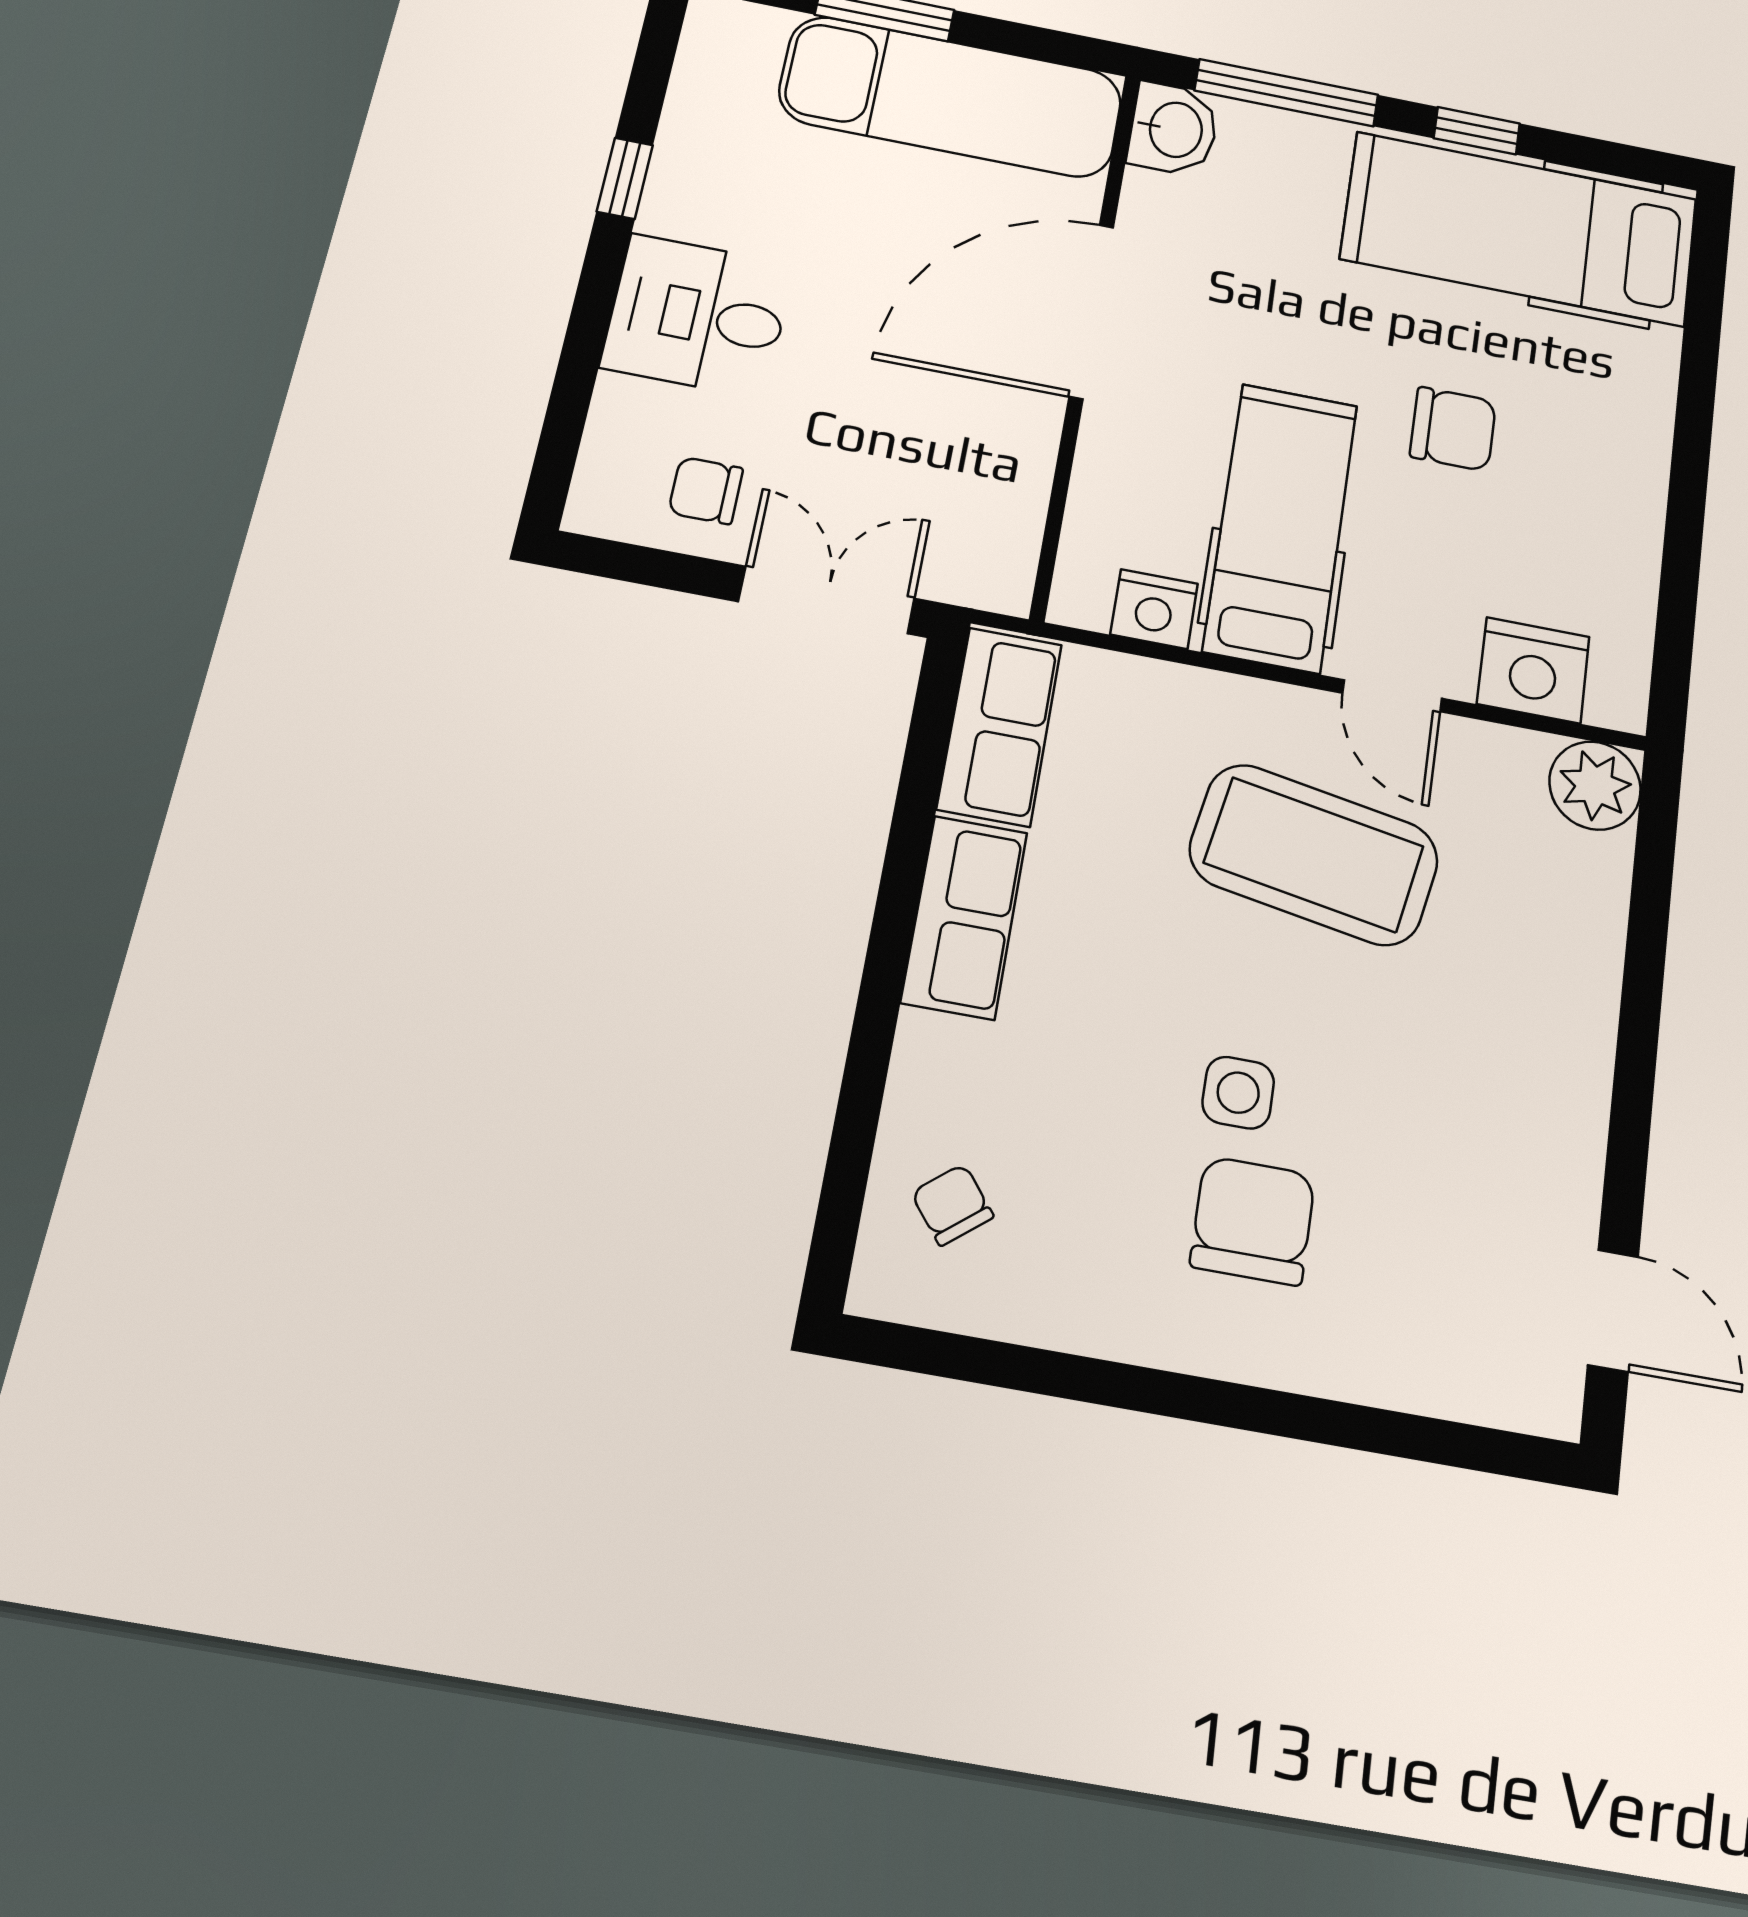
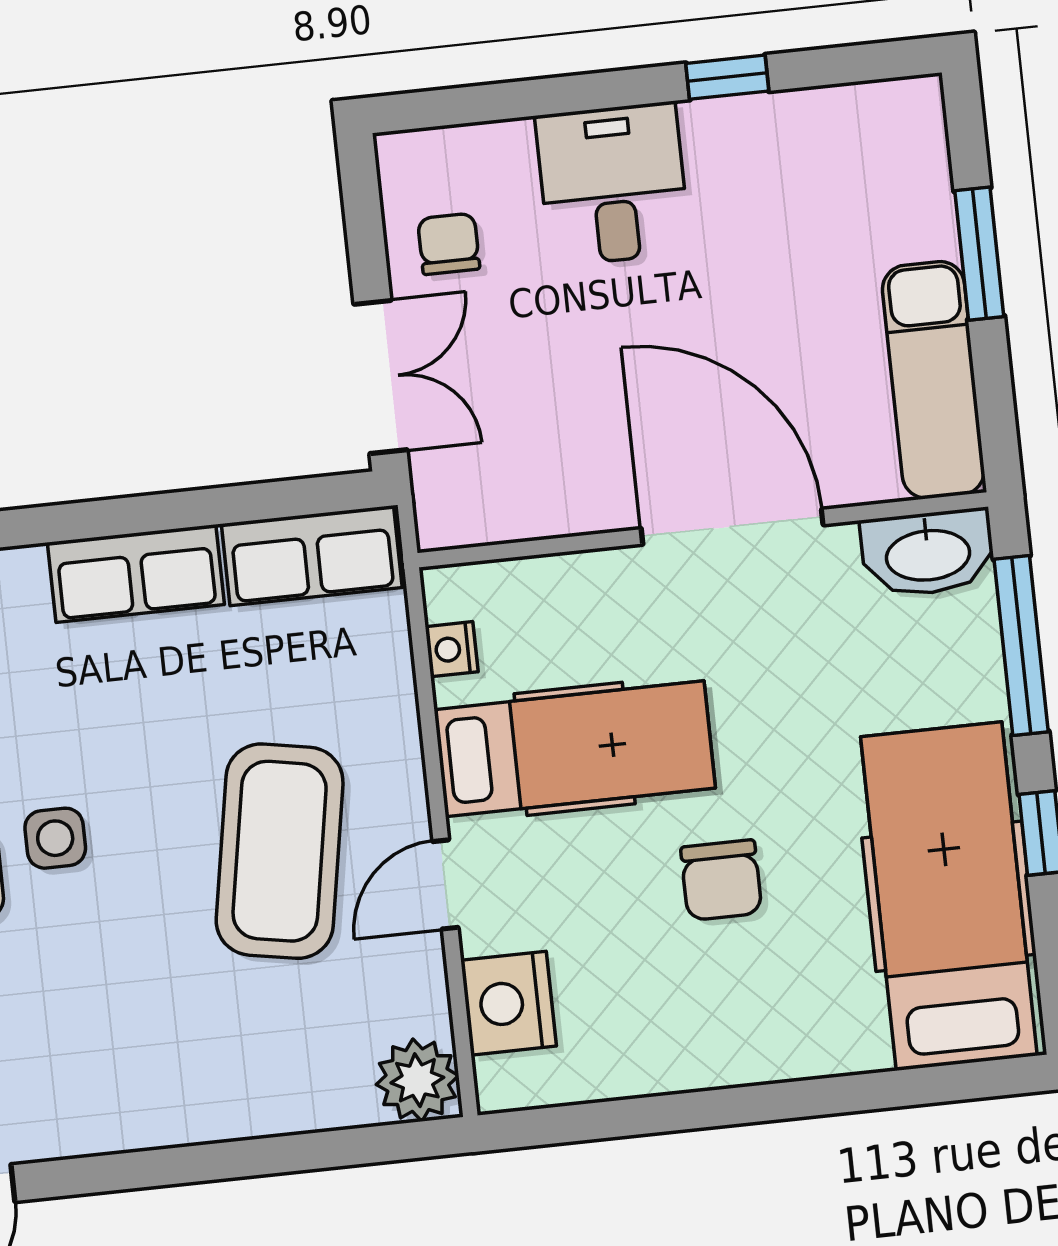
exam couch: (951, 97) -> (933, 380), width x0.73, depth x0.69
washbasin: (1173, 129) -> (928, 553), width x1.38
nightstand: (1154, 609) -> (452, 649), width x0.72, depth x0.74

